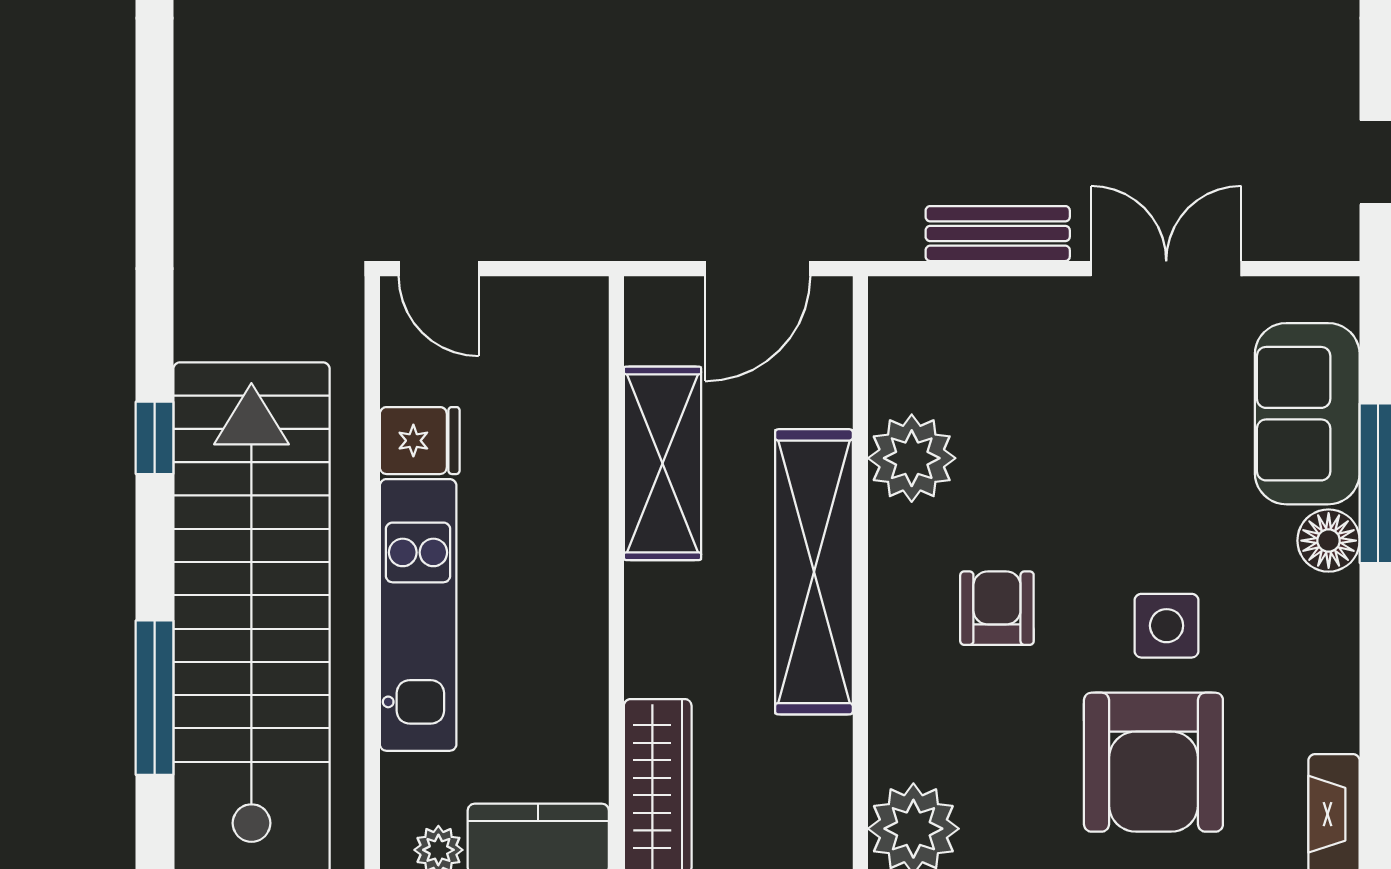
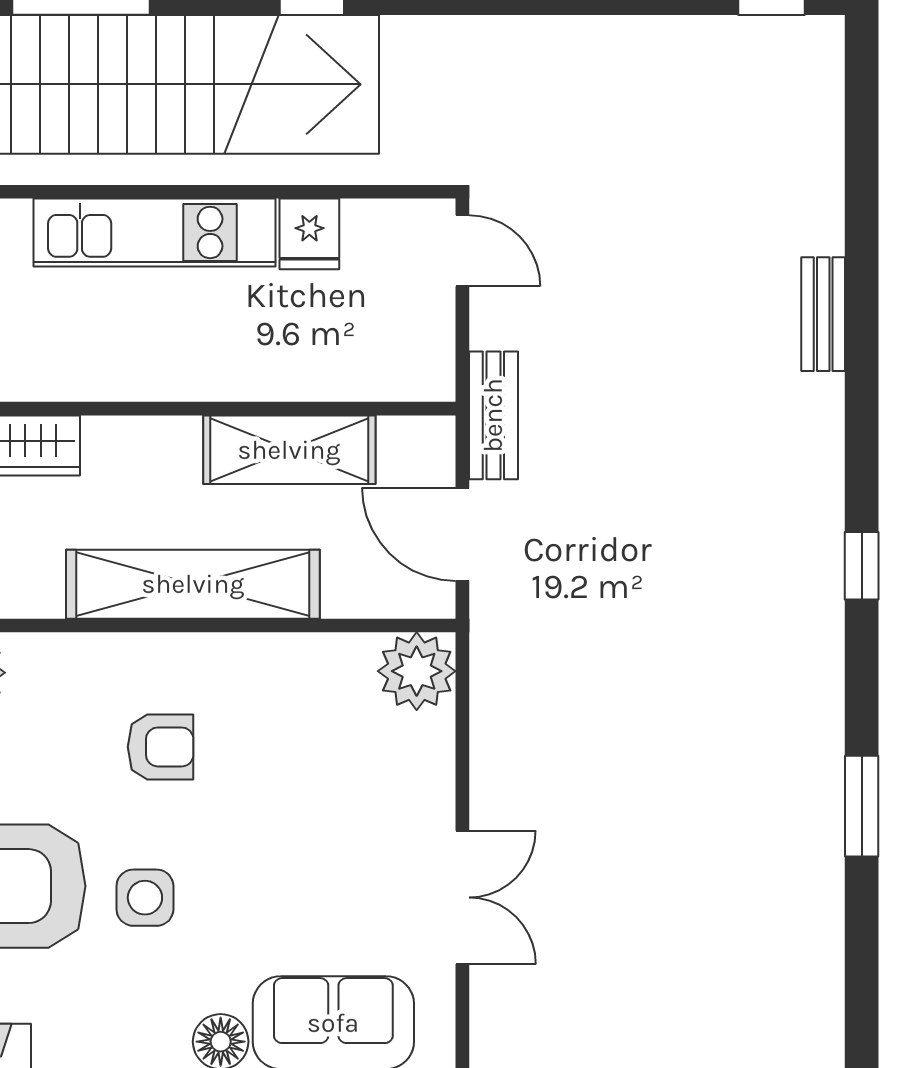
bench: (998, 234) -> (493, 415), moved
door: (439, 269) -> (462, 251), swing flipped
plant: (912, 458) -> (417, 671), moved

